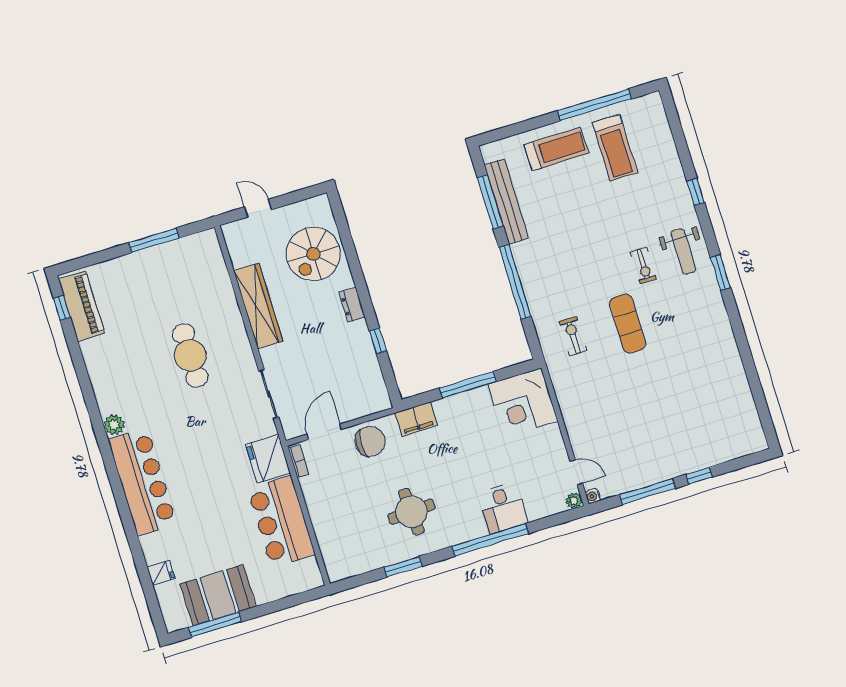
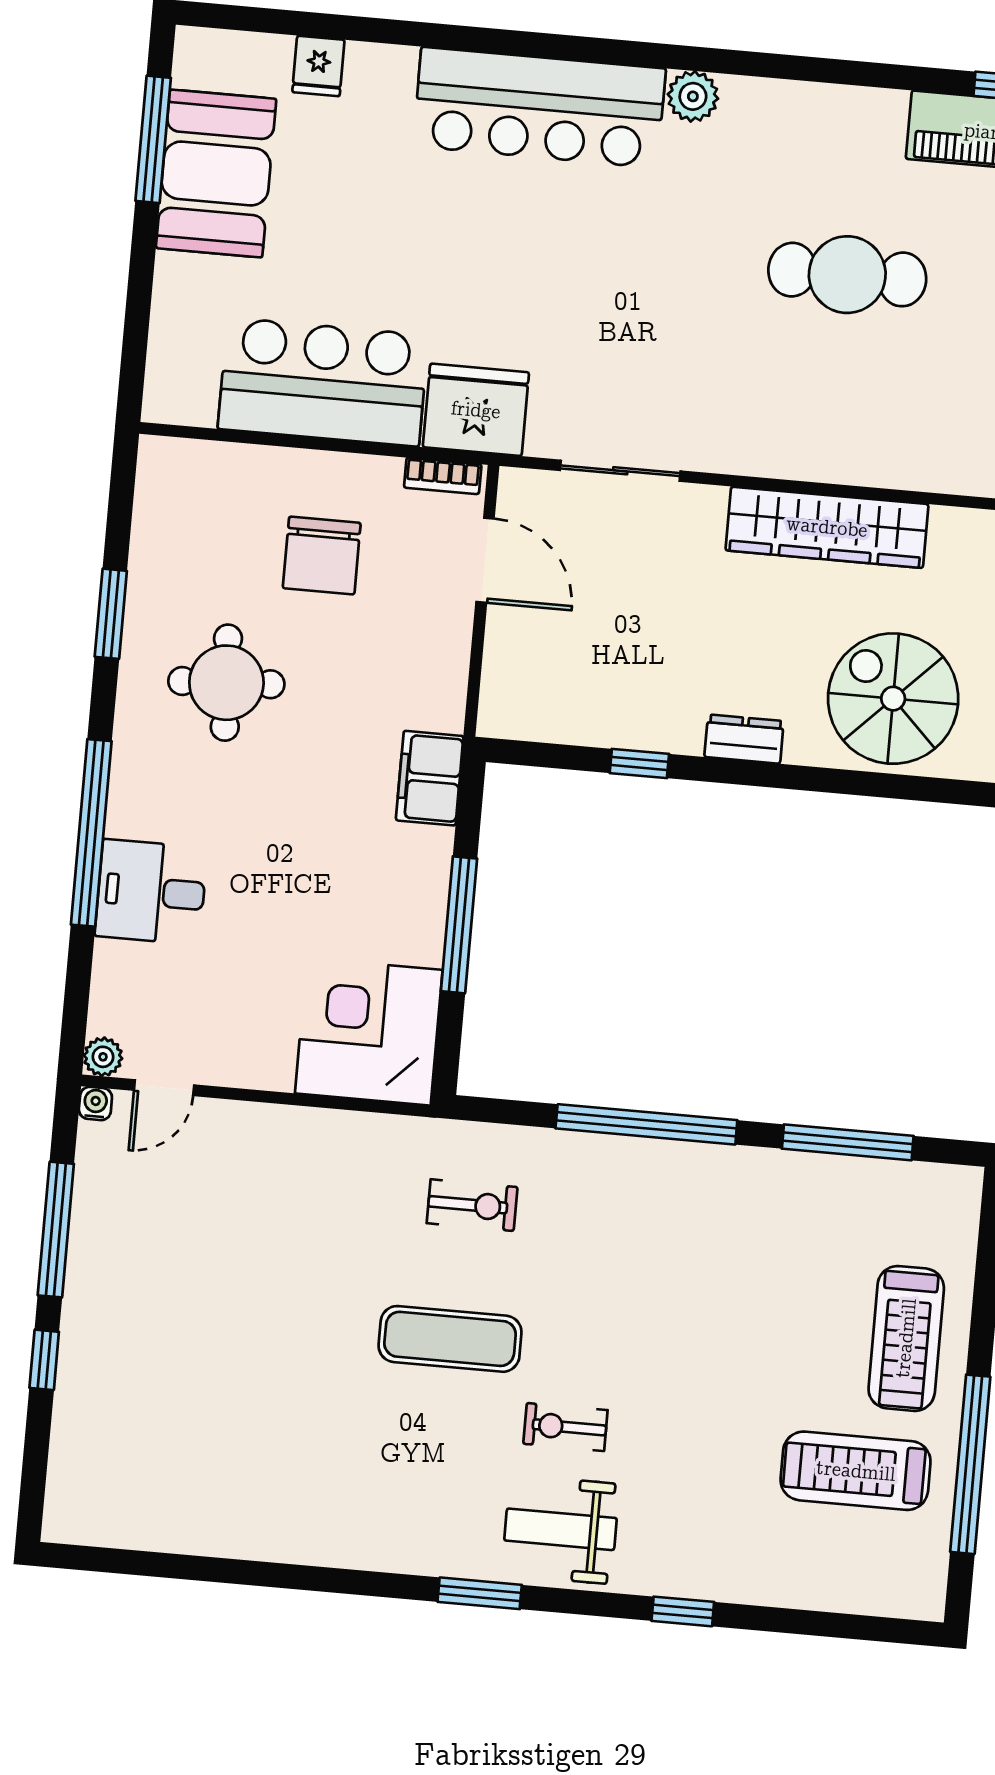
bench: (506, 202) -> (834, 1179), removed
cafe table: (190, 355) -> (847, 275), moved
chair: (370, 441) -> (322, 556), moved

